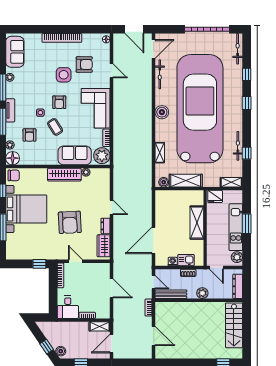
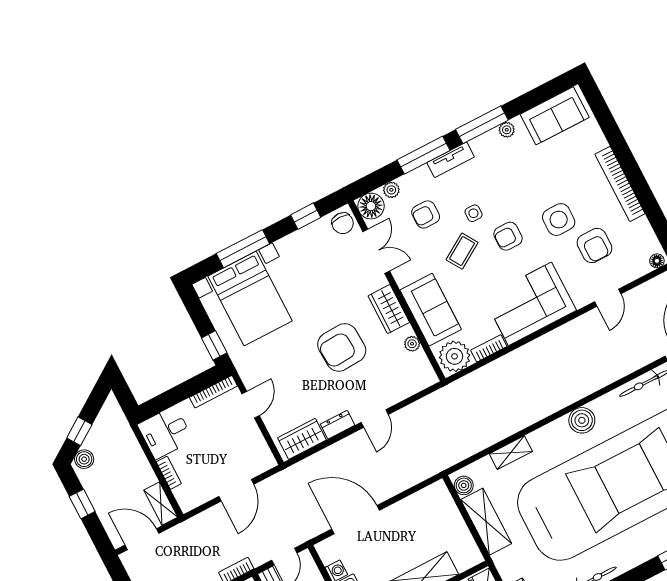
double door: (35, 167) -> (376, 251), added
wardrobe: (64, 175) -> (389, 309), width x0.67
bed with nightstands: (26, 209) -> (250, 298), moved
armchair: (70, 222) -> (342, 347), moved

